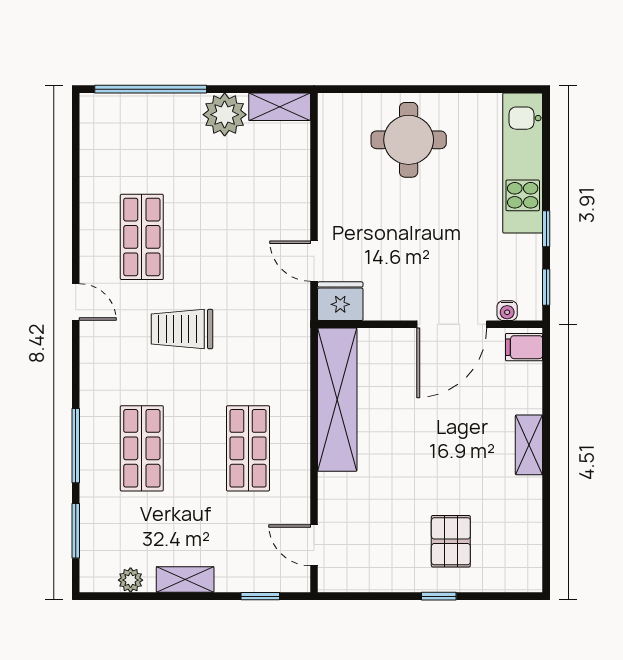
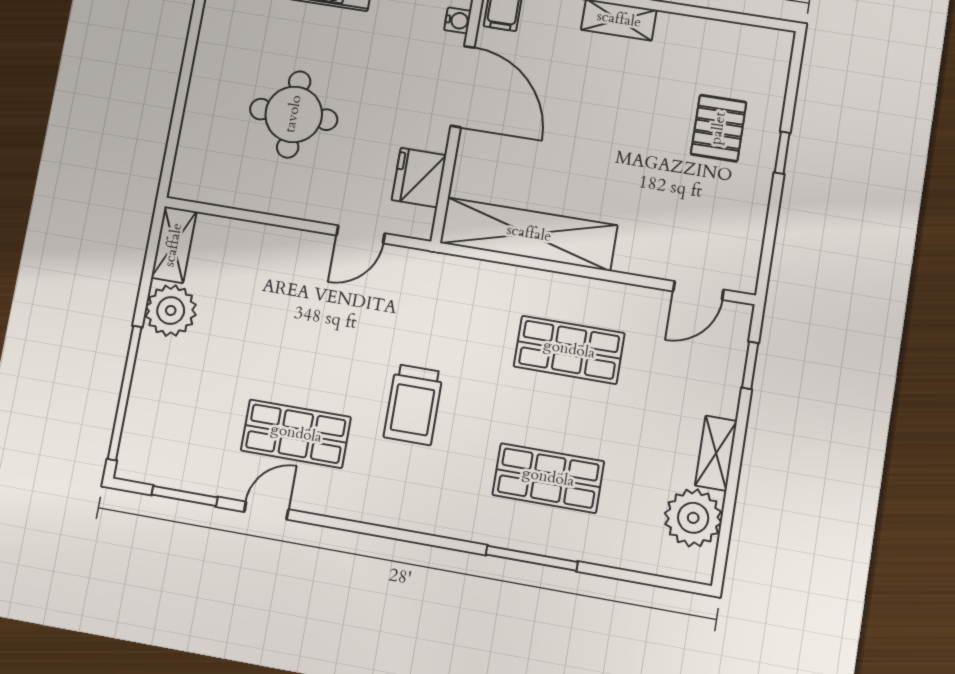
round table: (409, 140) -> (294, 114), moved
fridge: (340, 301) -> (419, 178), moved
door: (76, 302) -> (266, 511), moved
window: (76, 531) -> (185, 496), moved
pallet: (451, 541) -> (719, 128), turned 90
plant: (131, 580) -> (693, 518), width x1.88, depth x1.88

